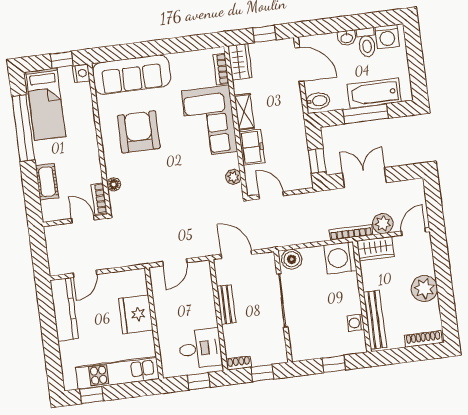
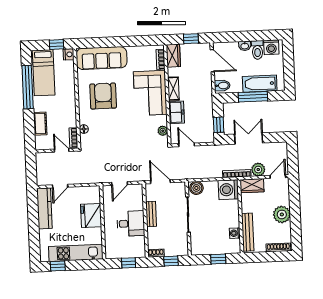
desk: (200, 348) -> (131, 223), moved

